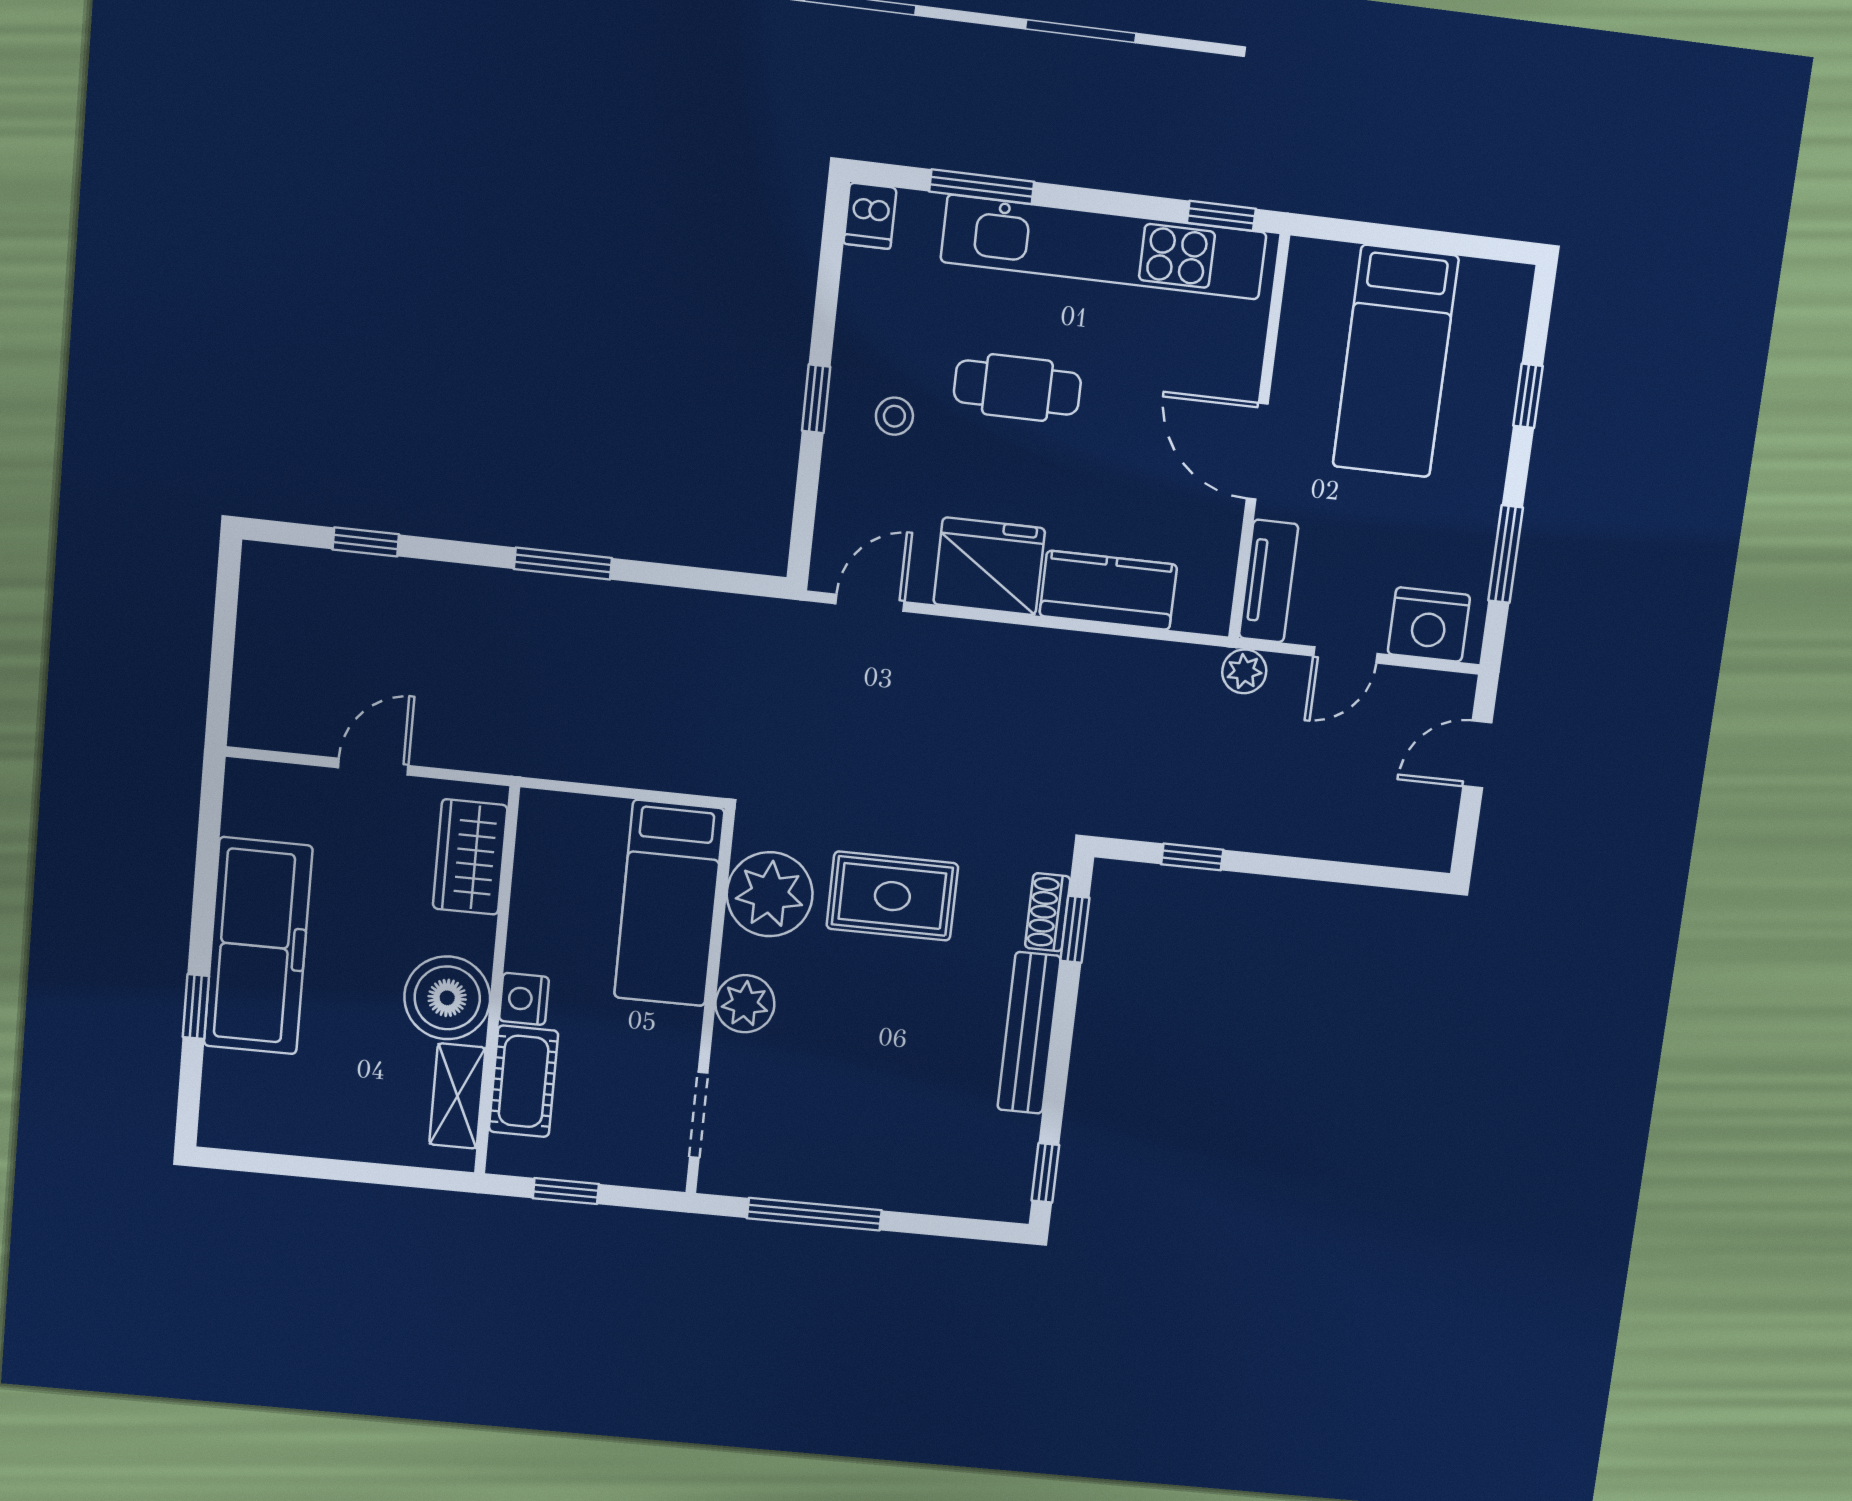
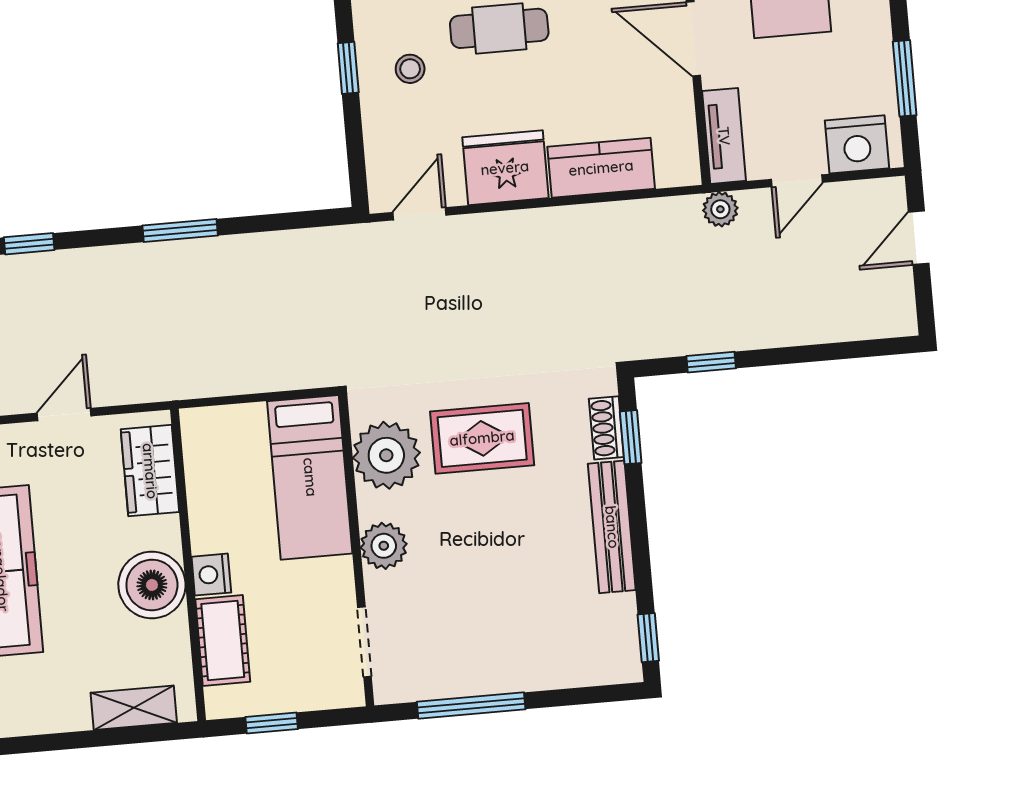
shelving: (457, 1096) -> (134, 708), moved, turned 90

